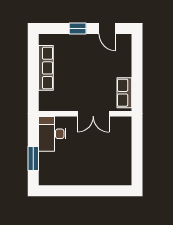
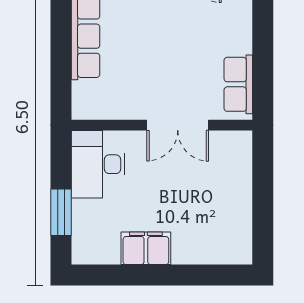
filing cabinet: (77, 177) -> (146, 248), added

